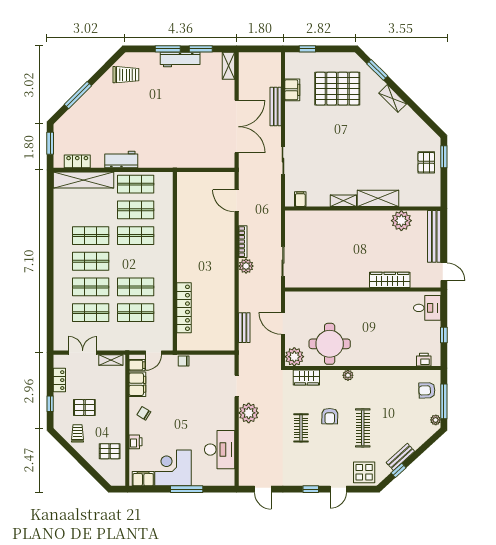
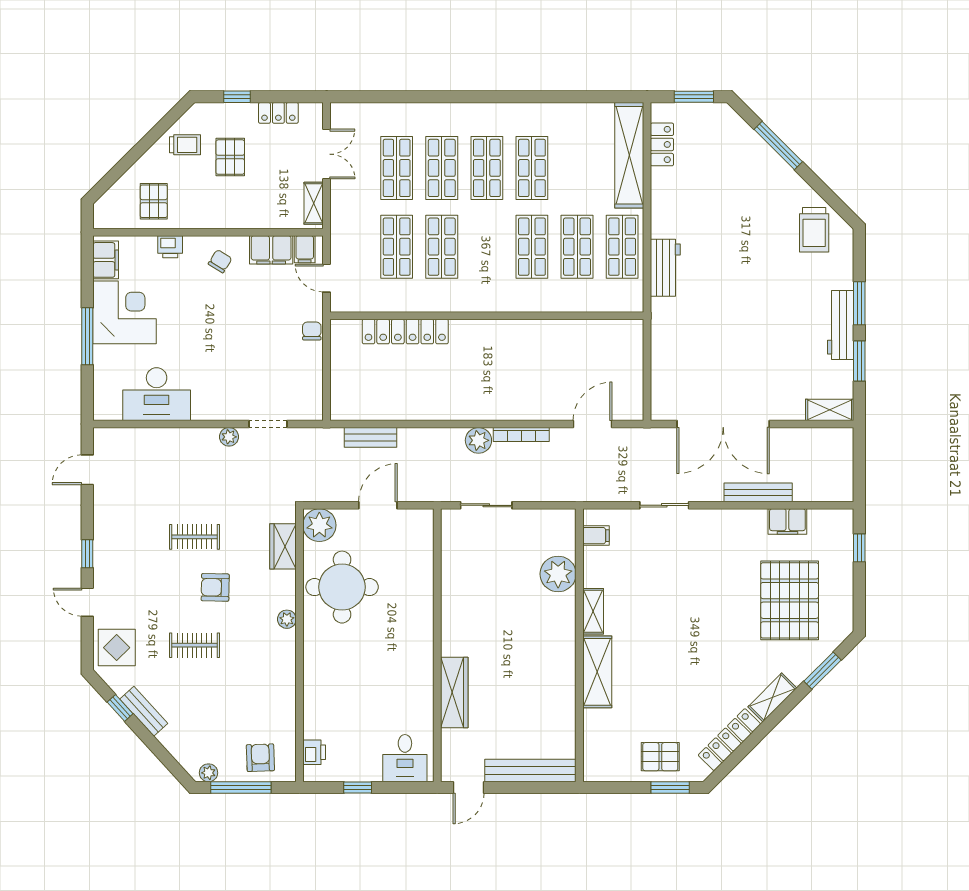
locker: (417, 123) -> (729, 740), added
workbench: (121, 160) -> (665, 268), moved
plant: (401, 221) -> (558, 574), moved
plant: (249, 413) -> (229, 437), width x0.53, depth x0.53
clothes rail: (363, 428) -> (195, 645), width x0.73

